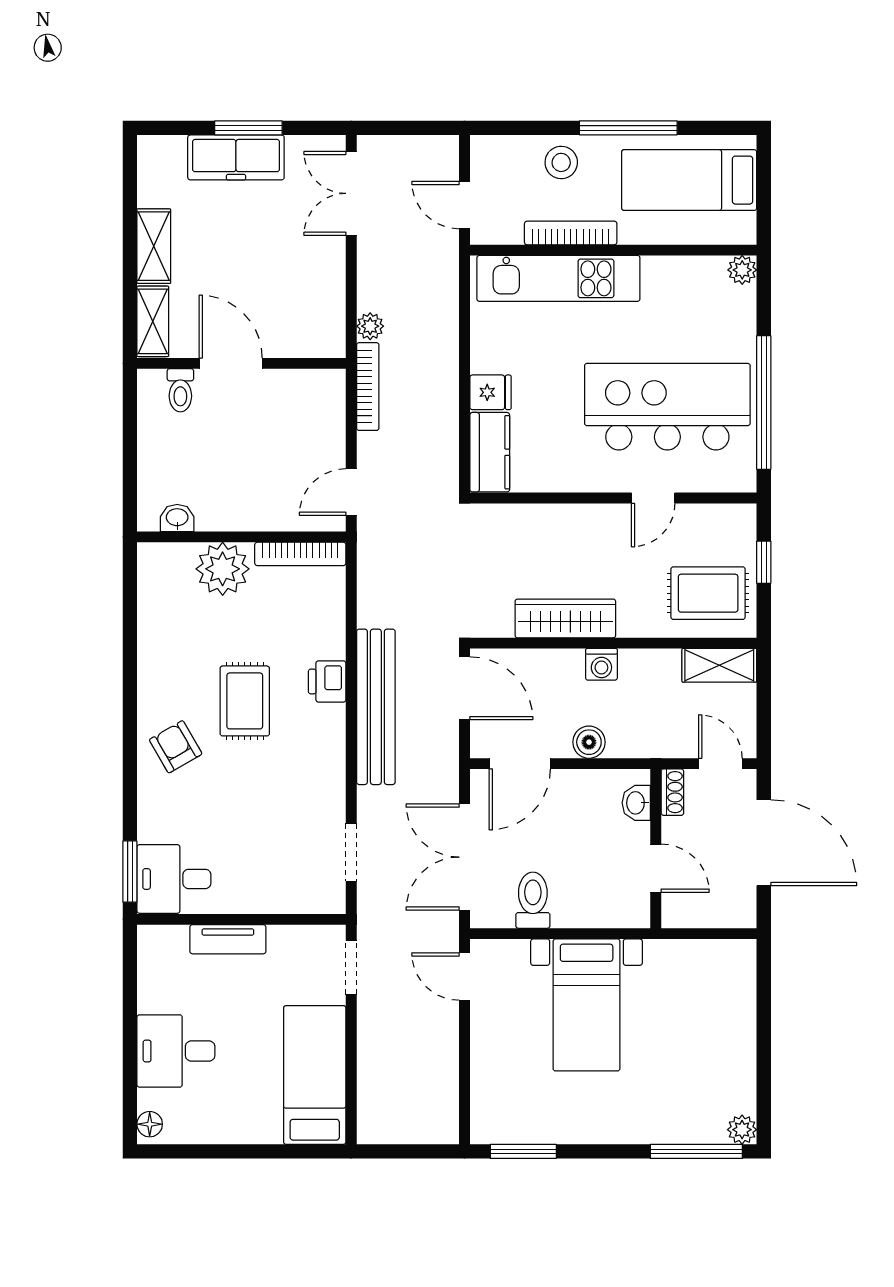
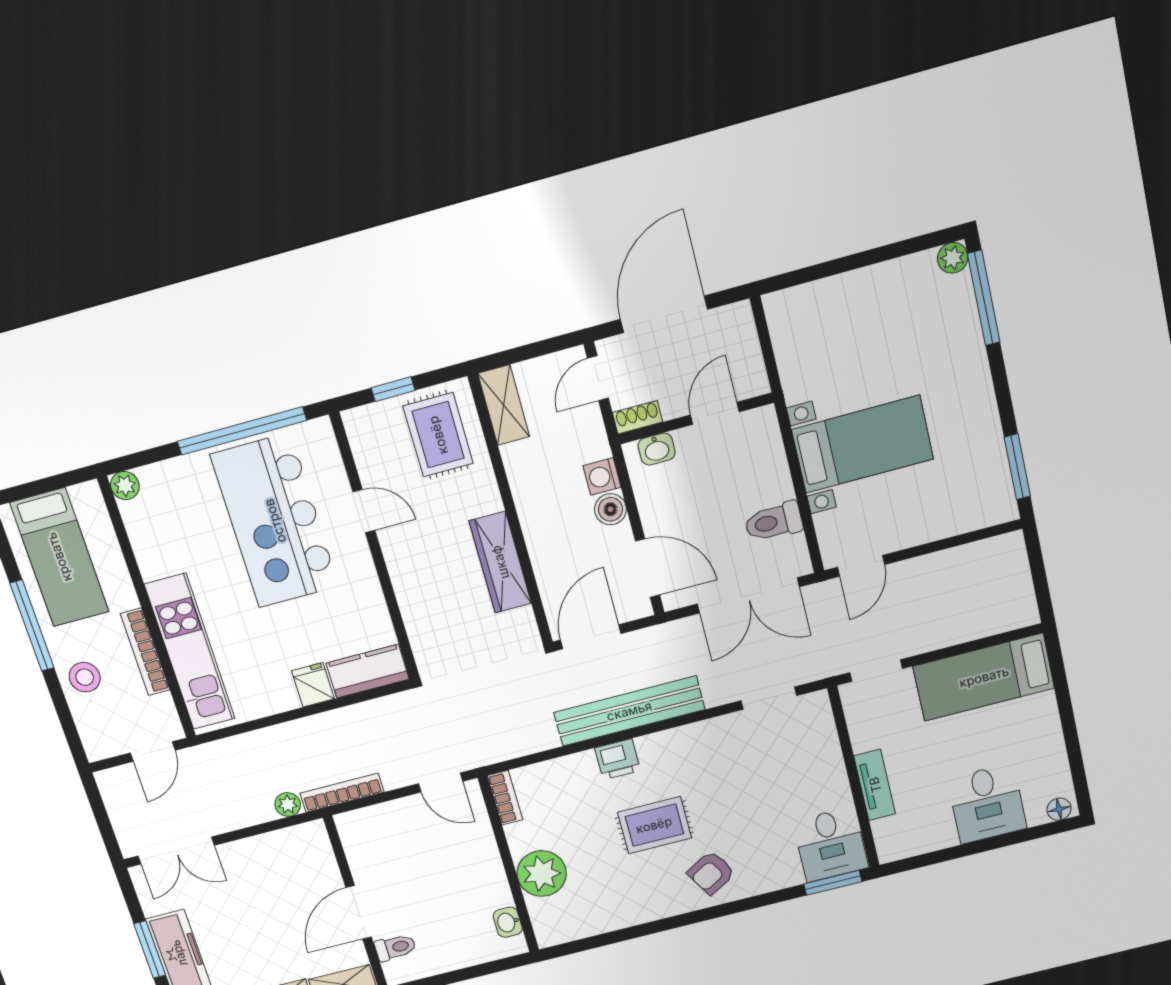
bookcase: (300, 554) -> (505, 798), width x0.64
washing machine: (601, 664) -> (602, 476), moved, turned 180

